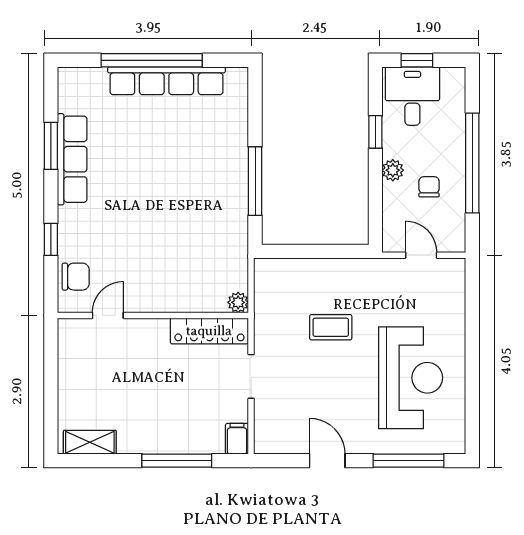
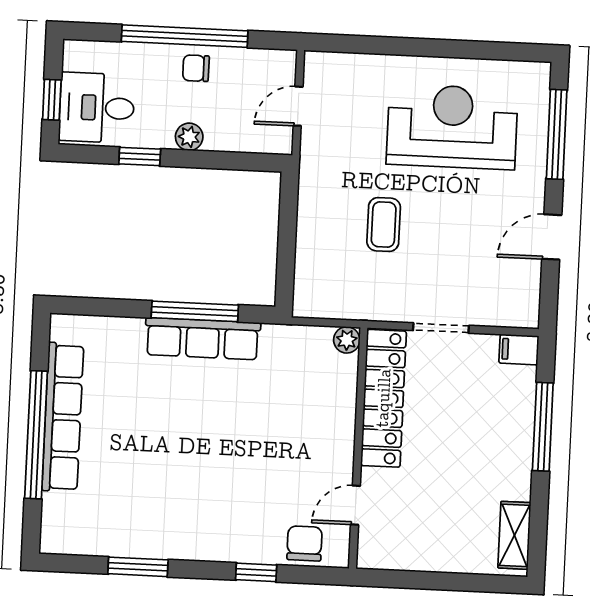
row of seats: (72, 159) -> (203, 339), moved, turned 180
chair: (429, 187) -> (196, 68), moved
door: (108, 315) -> (355, 505), hinge flipped
locker: (209, 331) -> (384, 398), width x1.41, depth x1.21

